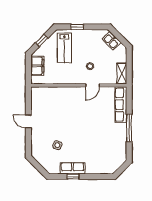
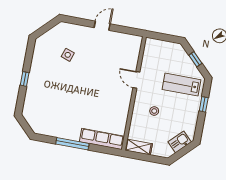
filing cabinet: (37, 66) -> (166, 49), removed
door: (92, 85) -> (136, 80), moved
row of seats: (73, 168) -> (37, 68), removed
window: (73, 177) -> (25, 79), moved

